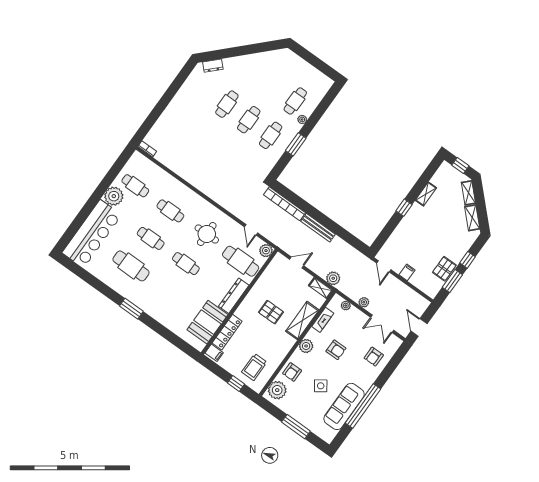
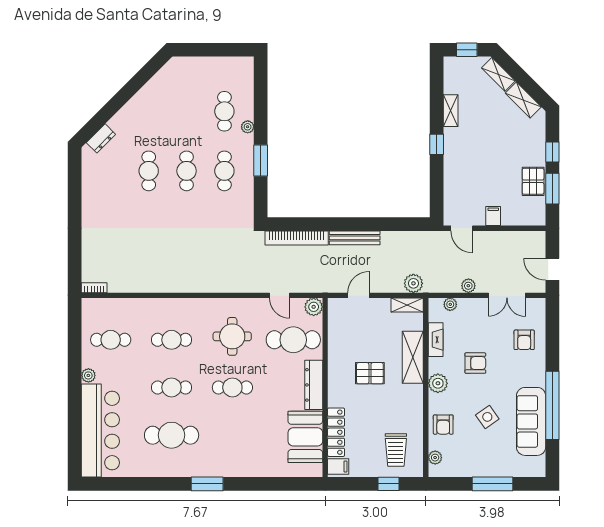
plant: (114, 196) -> (88, 375), width x0.53, depth x0.53
plant: (277, 390) -> (435, 458), width x0.53, depth x0.53

